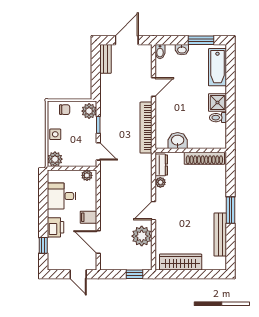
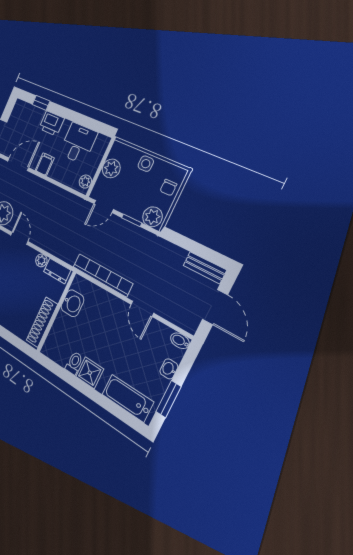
plant: (55, 159) -> (111, 168), moved

